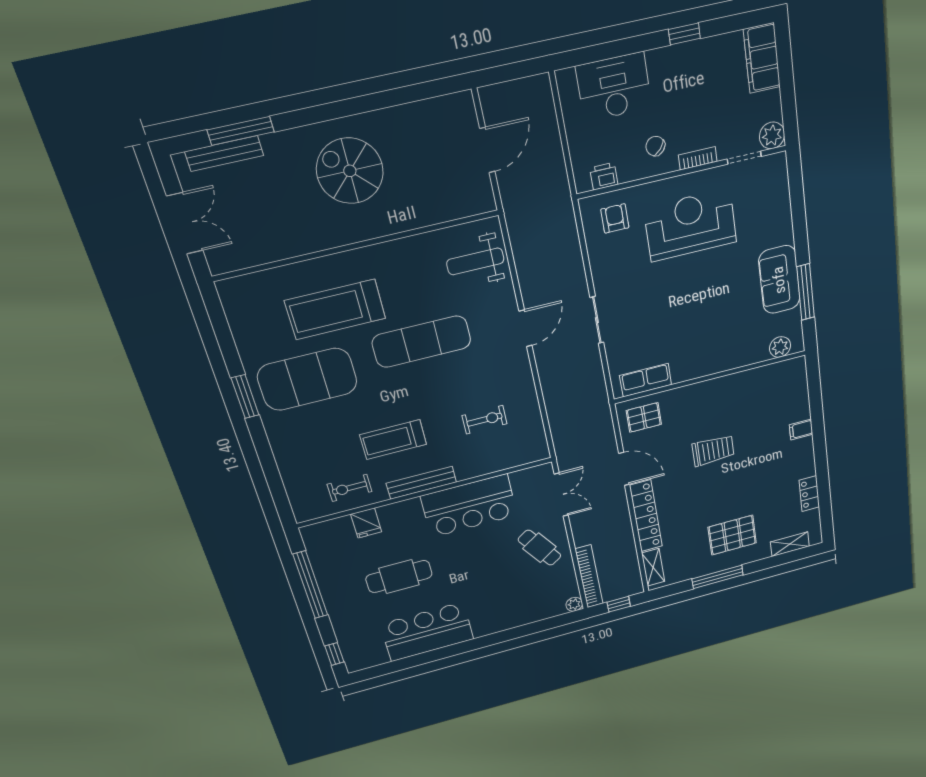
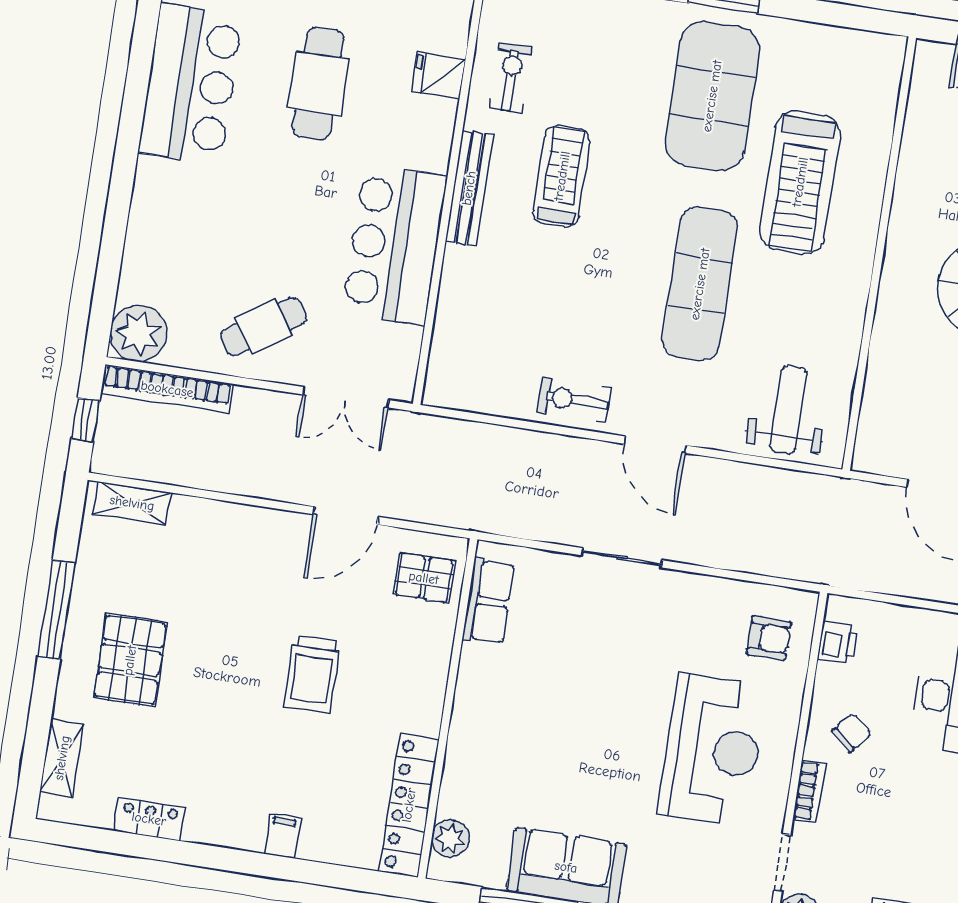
treadmill: (335, 309) -> (800, 182), turned 180
pallet: (644, 417) -> (424, 578), turned 90
exercise bike: (485, 420) -> (574, 400), moved, turned 90
locker: (646, 516) -> (409, 805), moved, turned 90
plant: (574, 604) -> (138, 333), width x1.88, depth x1.88

